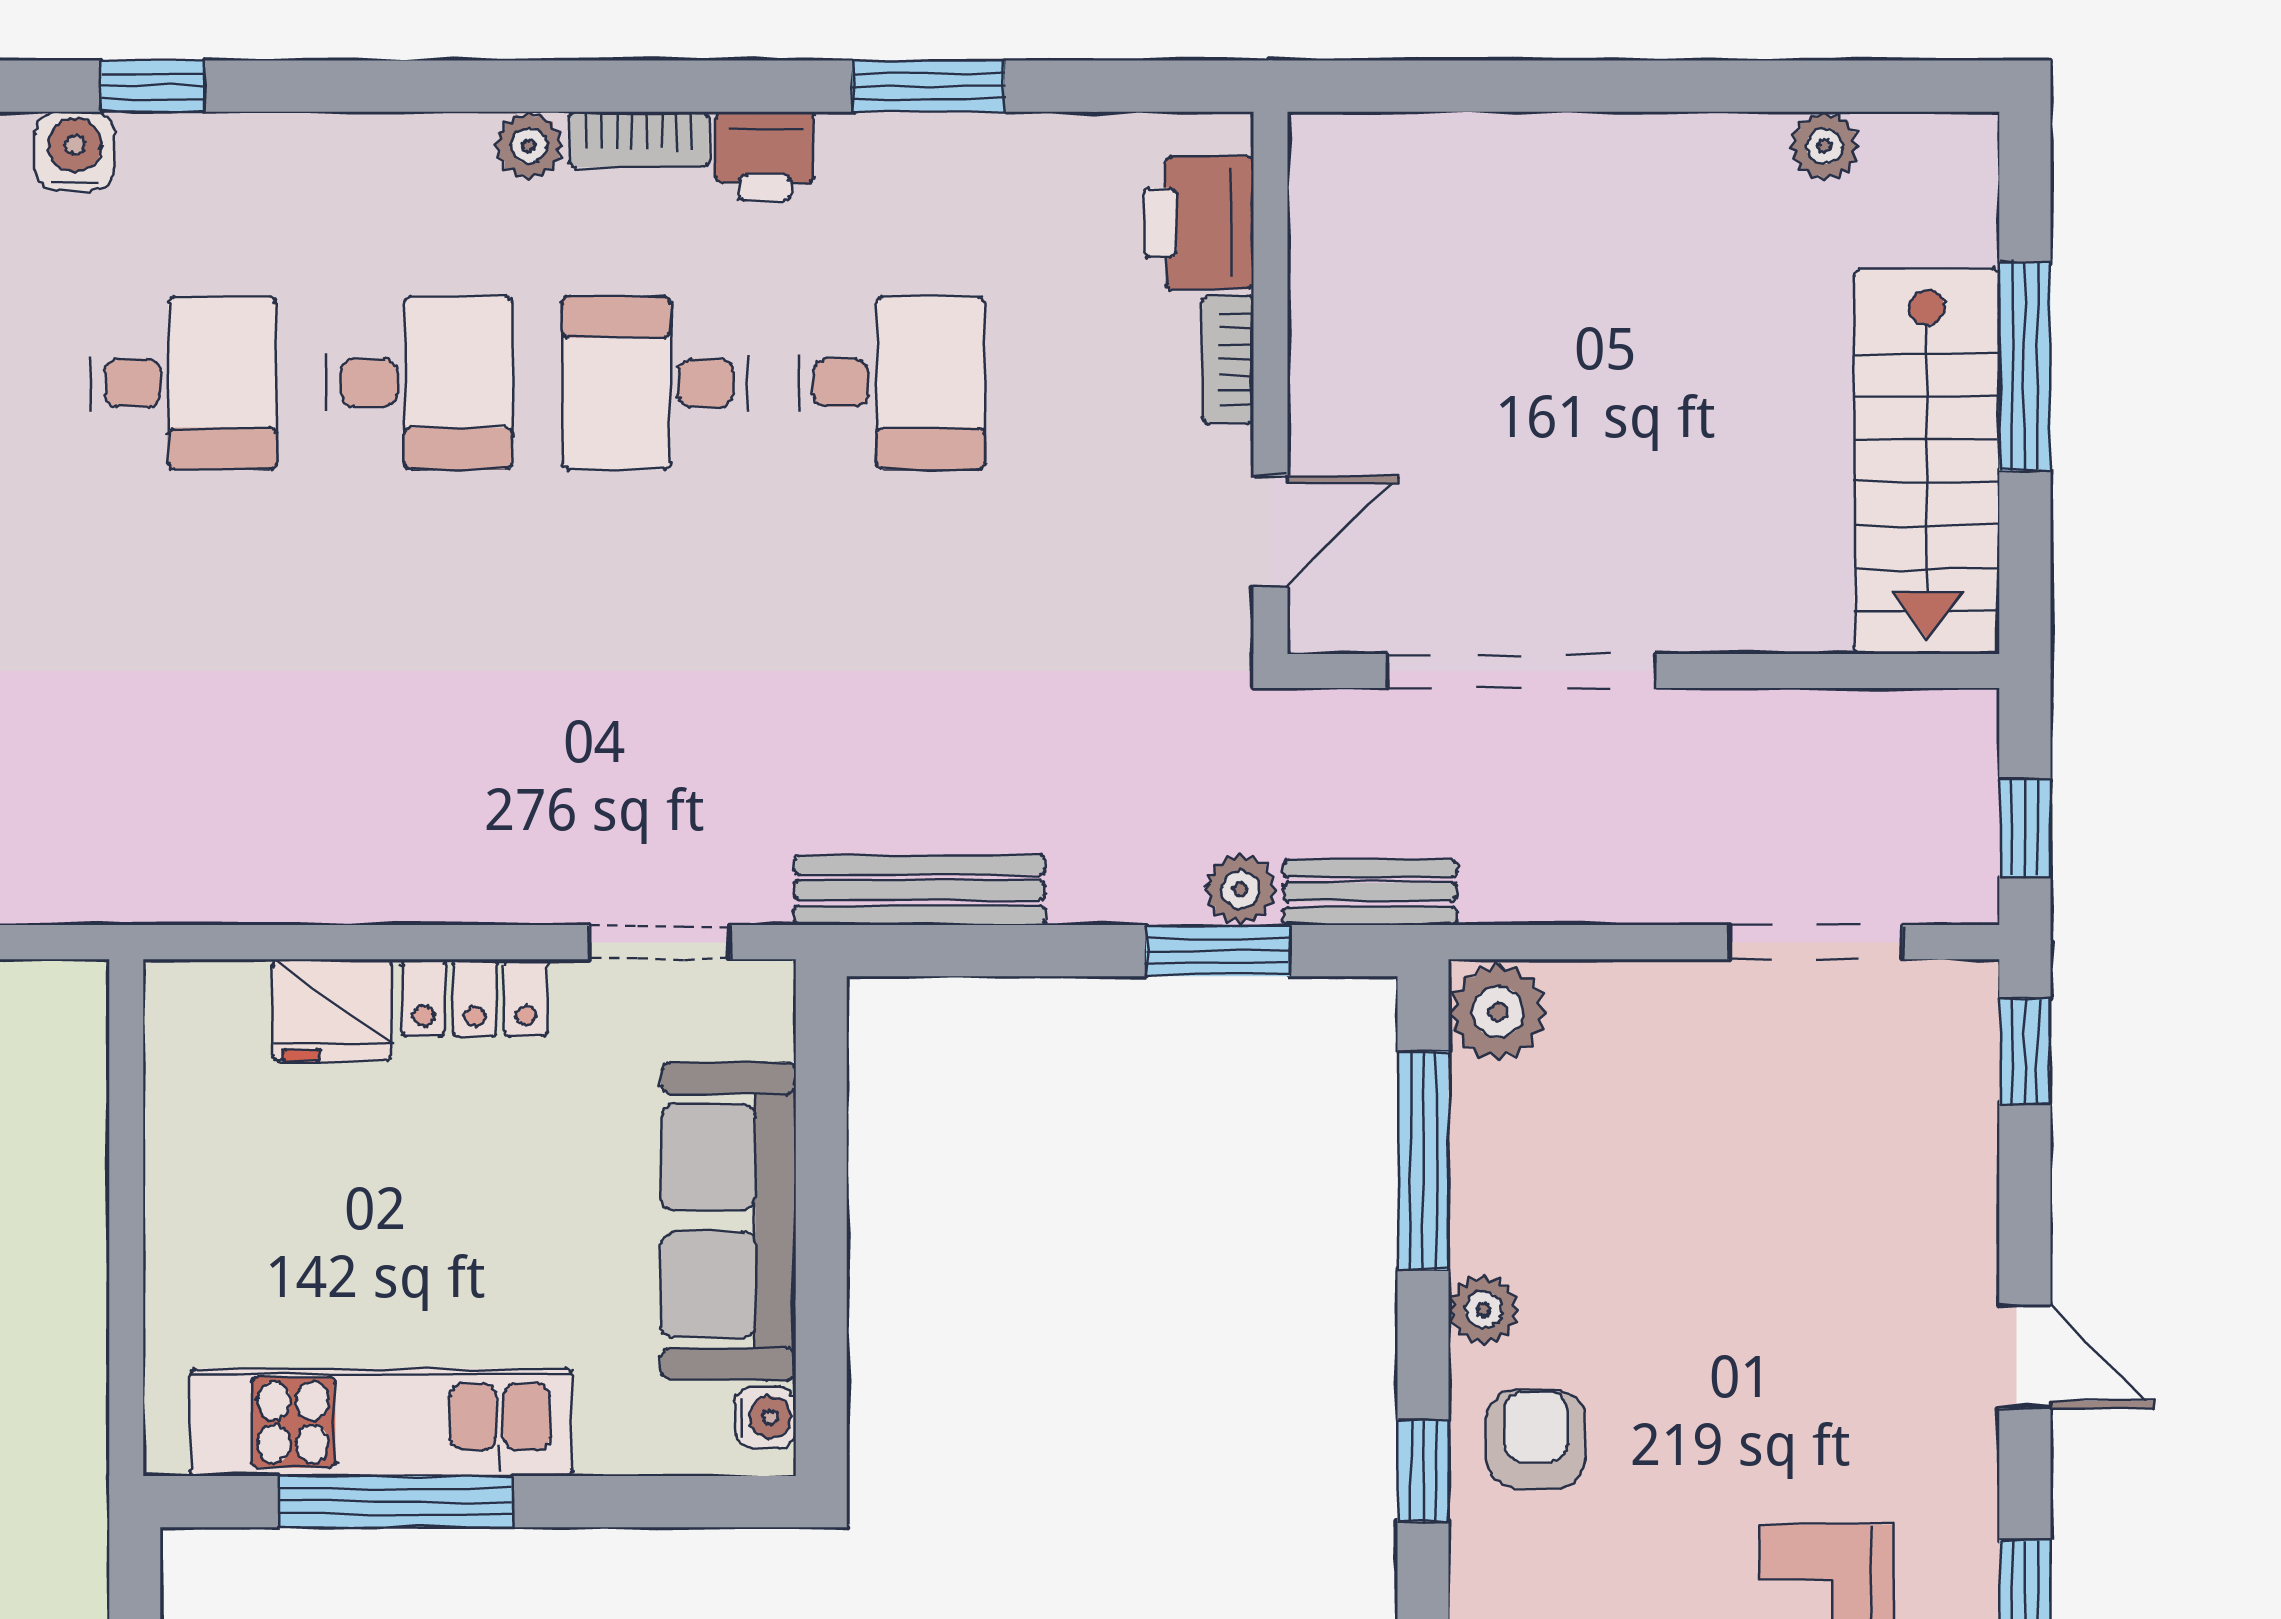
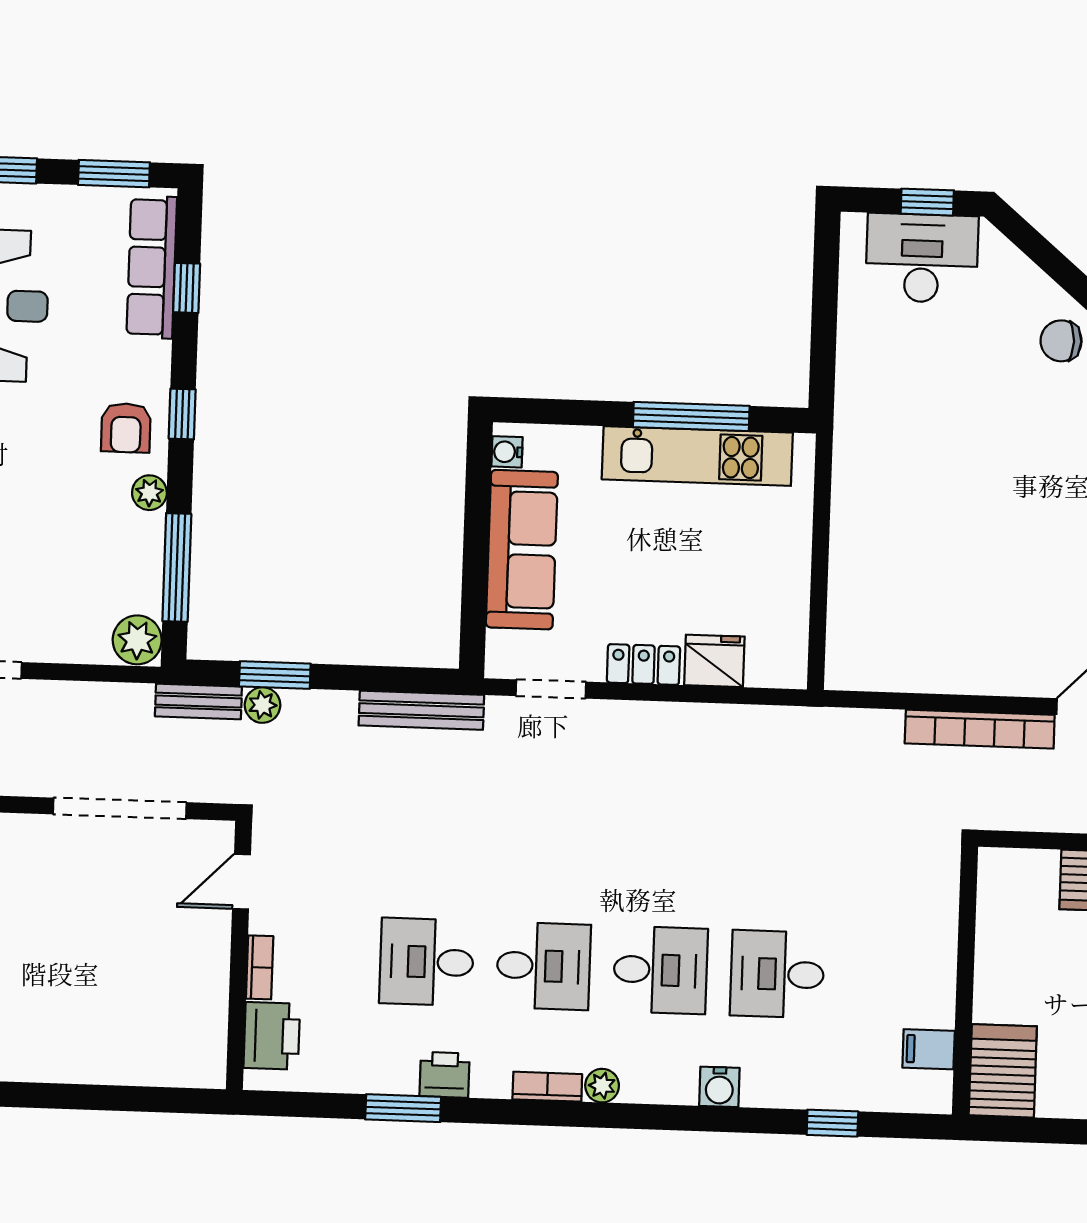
window: (152, 86) -> (832, 1123), moved
water cooler: (75, 151) -> (719, 1087), moved
printer: (765, 156) -> (445, 1075), moved
desk: (419, 383) -> (660, 970), turned 180

